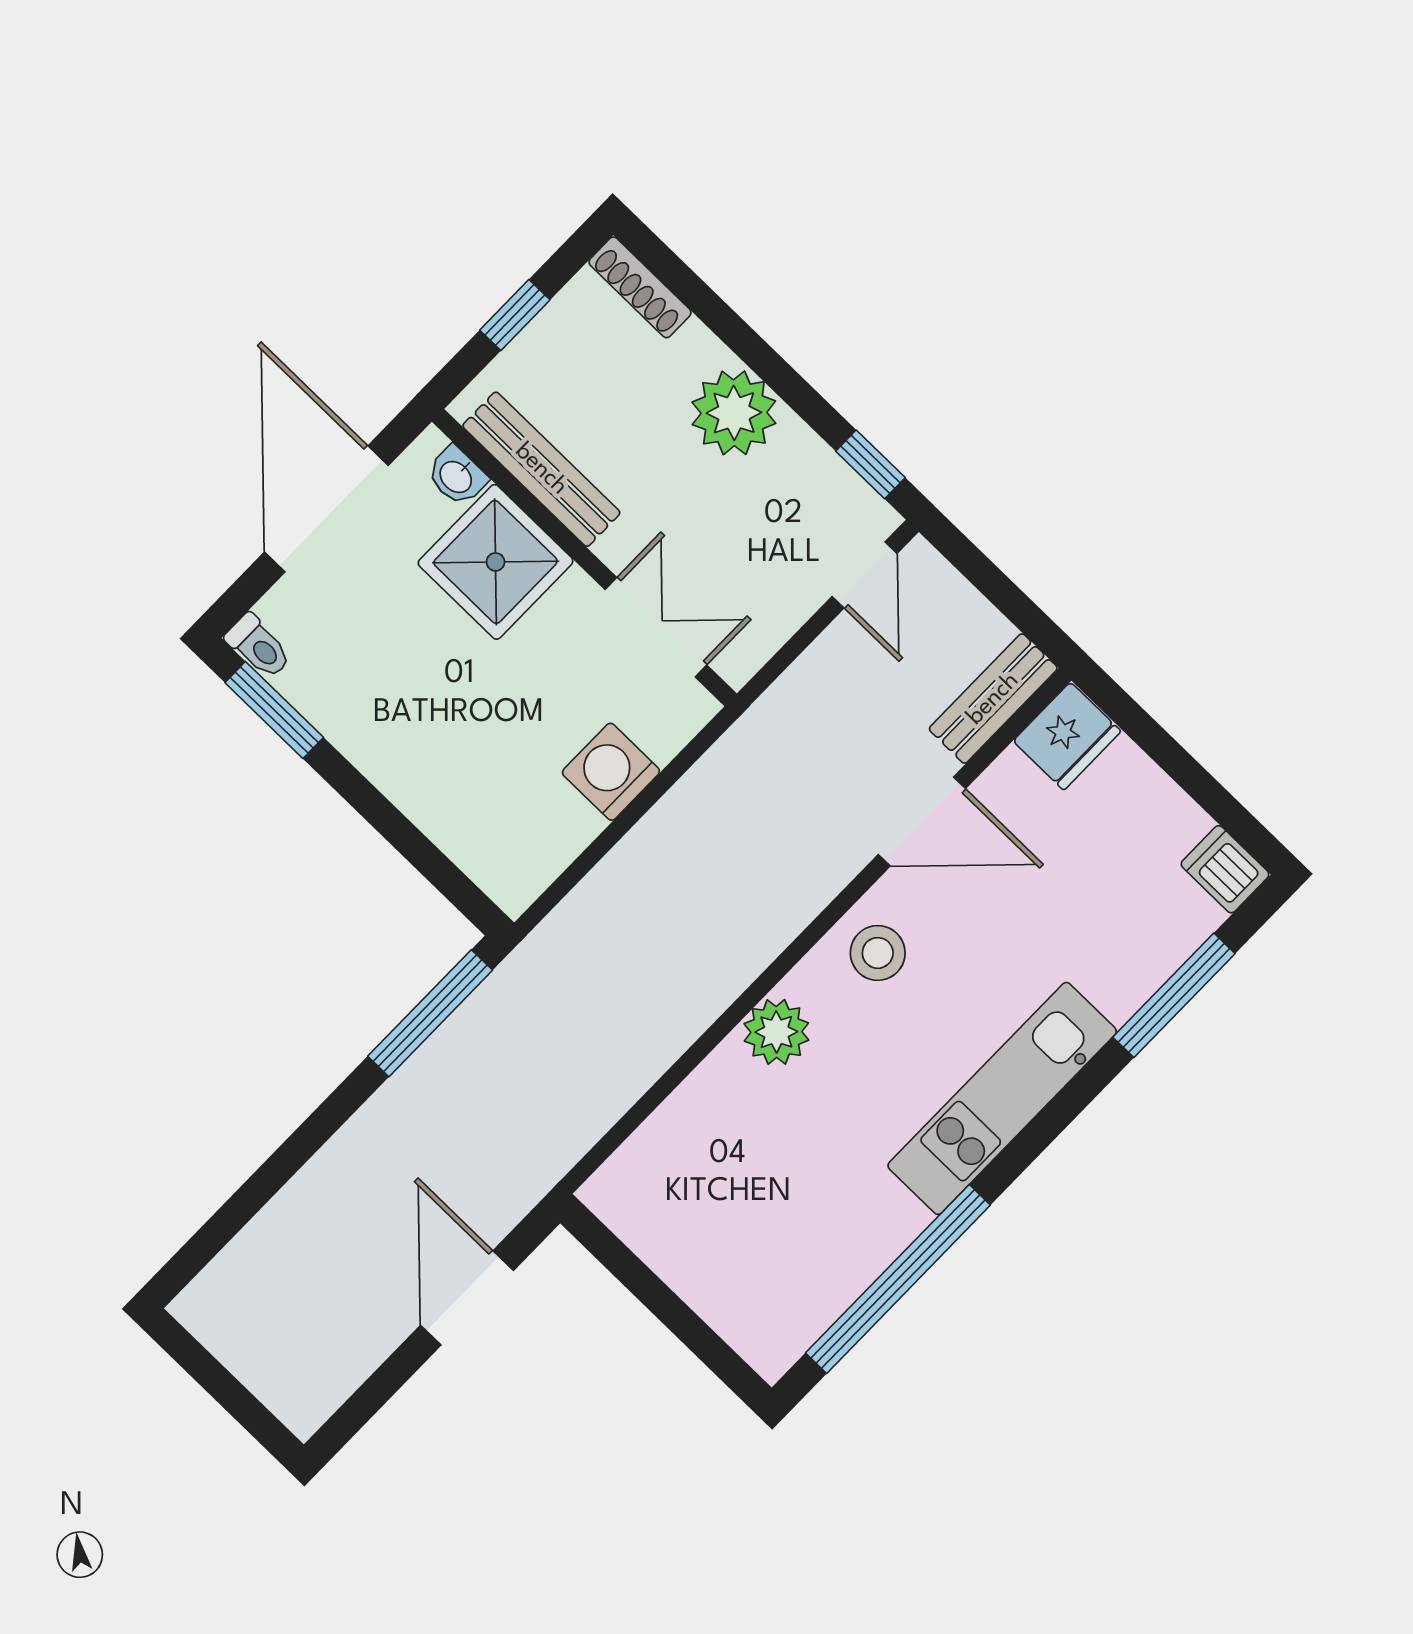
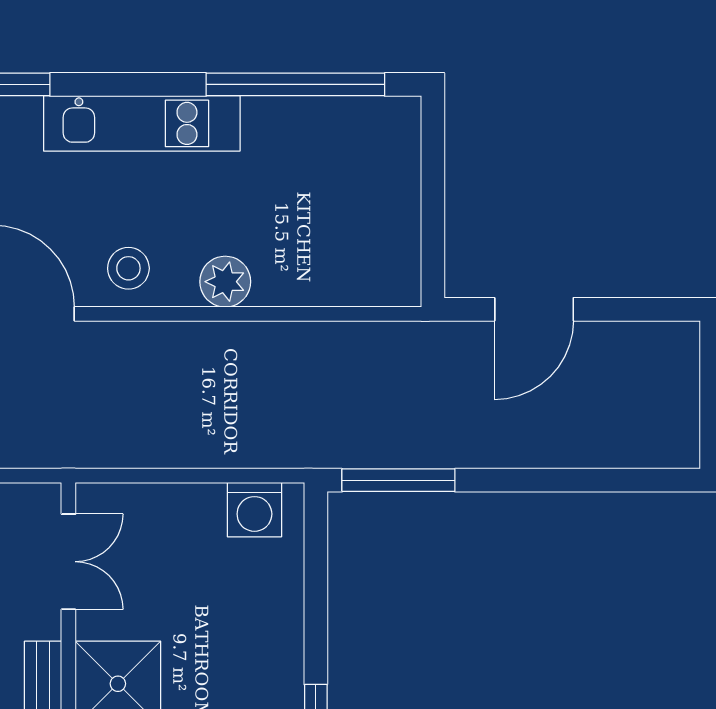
double door: (656, 627) -> (68, 562), swing flipped
washing machine: (611, 772) -> (254, 510), moved

